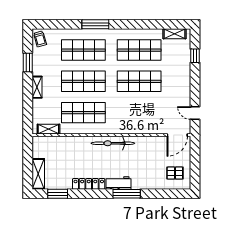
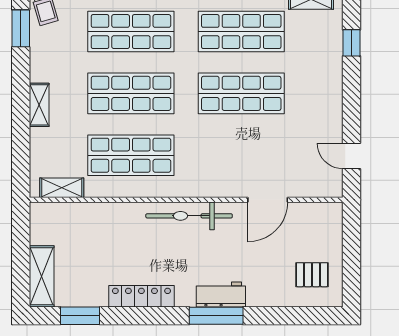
window: (28, 63) -> (21, 28), moved
door: (177, 135) -> (268, 200), moved
workbench: (118, 183) -> (221, 295), moved

